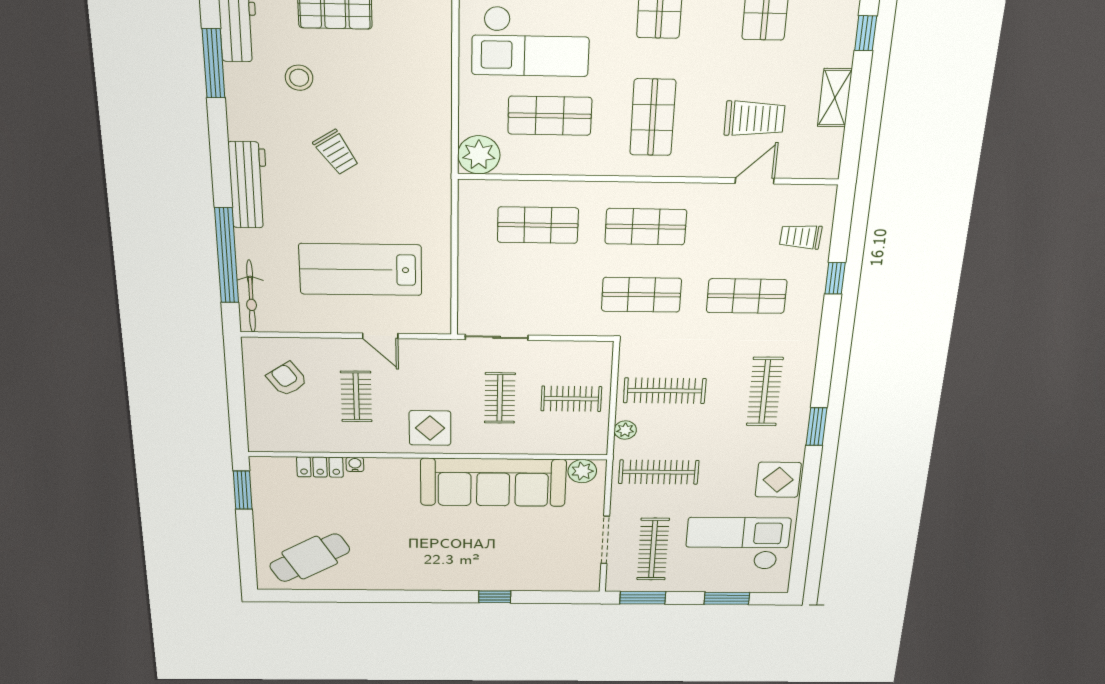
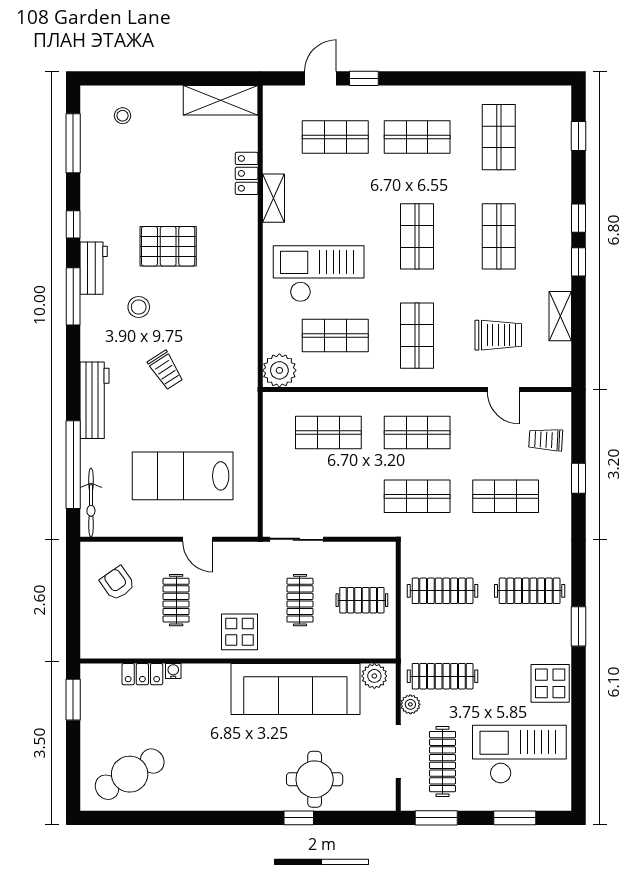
checkout: (531, 41) -> (319, 274), turned 180
door: (755, 181) -> (503, 390), swing flipped
clothes rail: (765, 392) -> (530, 591), turned 90
plant: (625, 430) -> (410, 704), moved
round table: (513, 564) -> (315, 779), added

